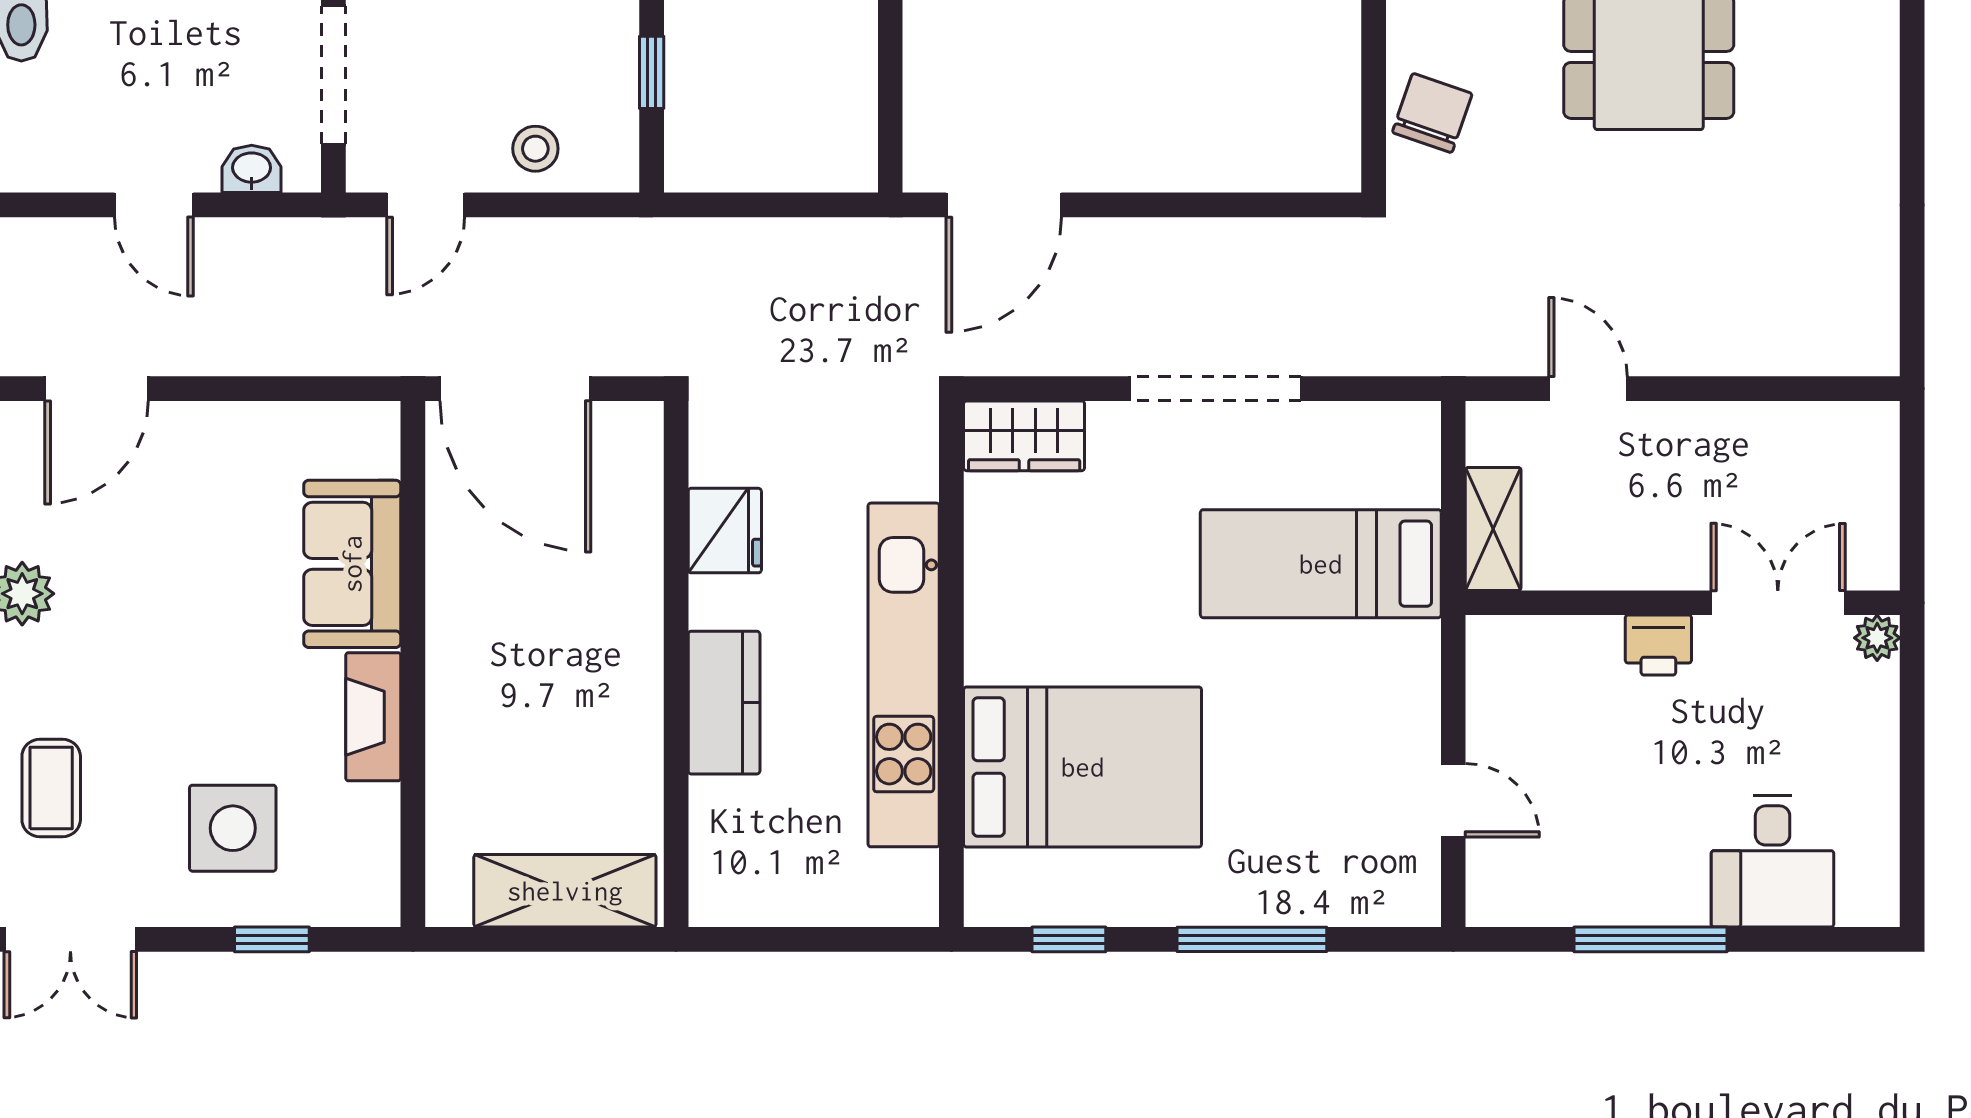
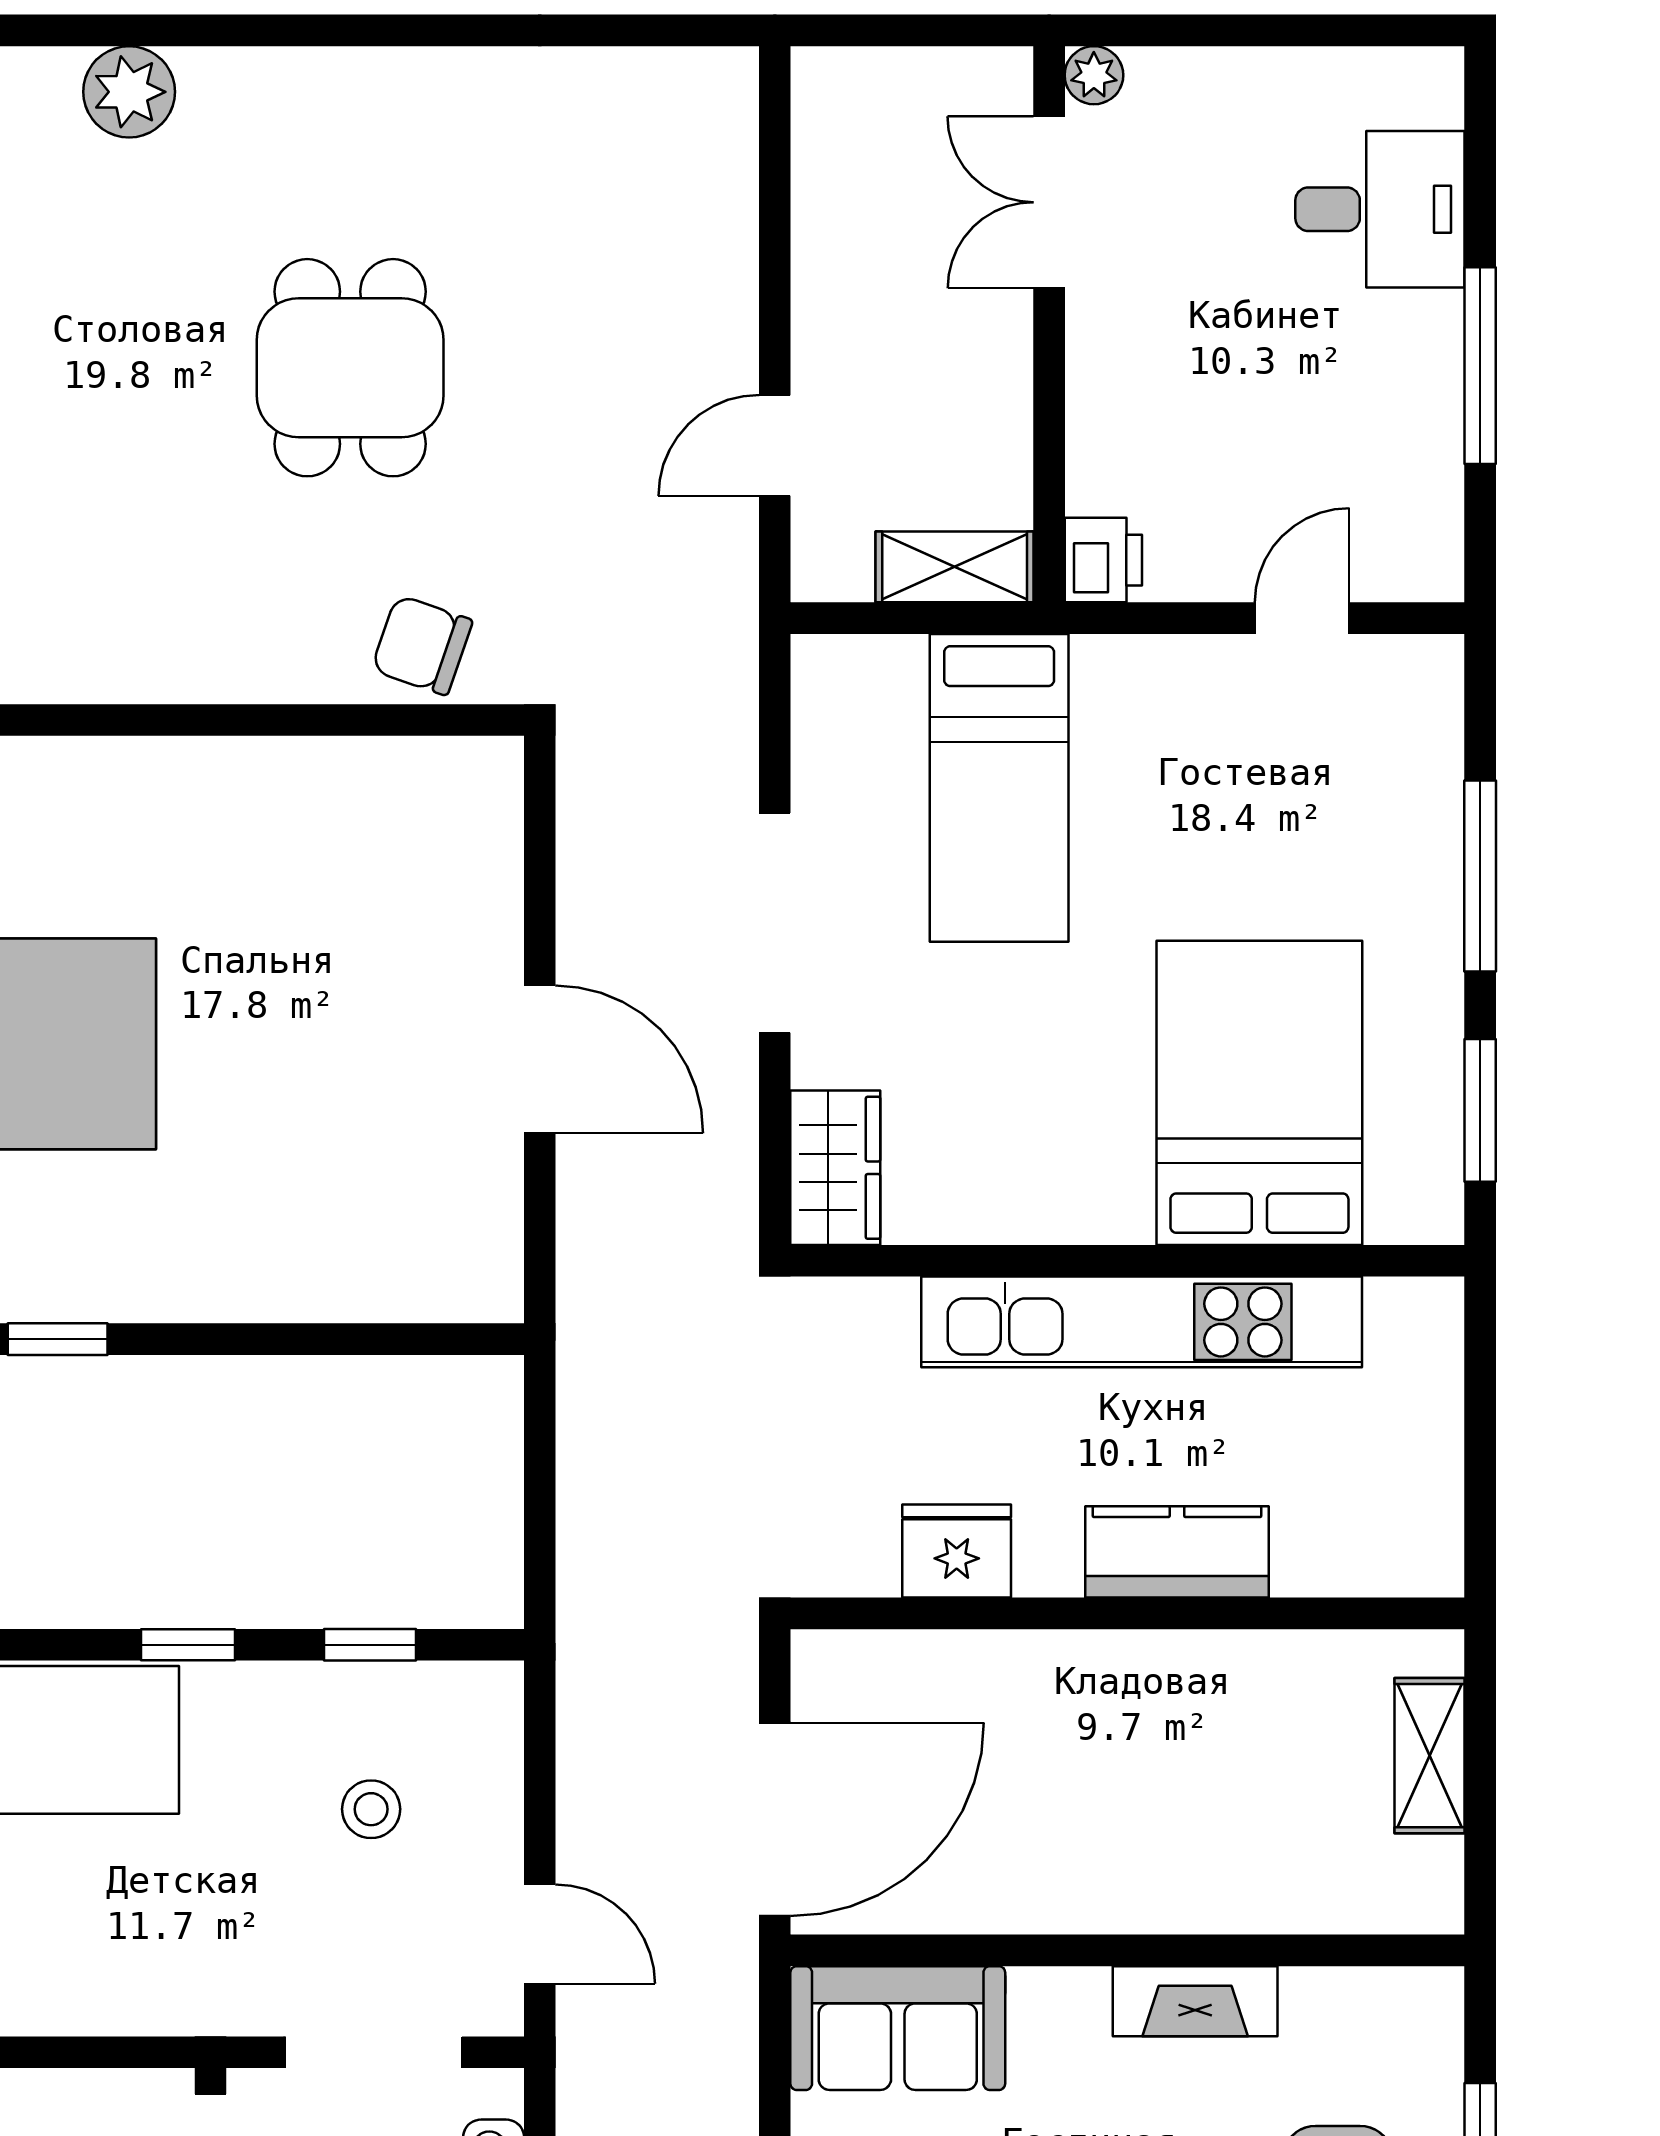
stool: (535, 149) -> (371, 1809), moved
door: (1004, 205) -> (540, 1059), moved
sofa: (352, 564) -> (898, 2028), moved
printer: (1658, 645) -> (1103, 560), moved
shelving: (565, 891) -> (1430, 1756), width x0.67, depth x0.75
window: (1069, 939) -> (1480, 1110), width x1.50

